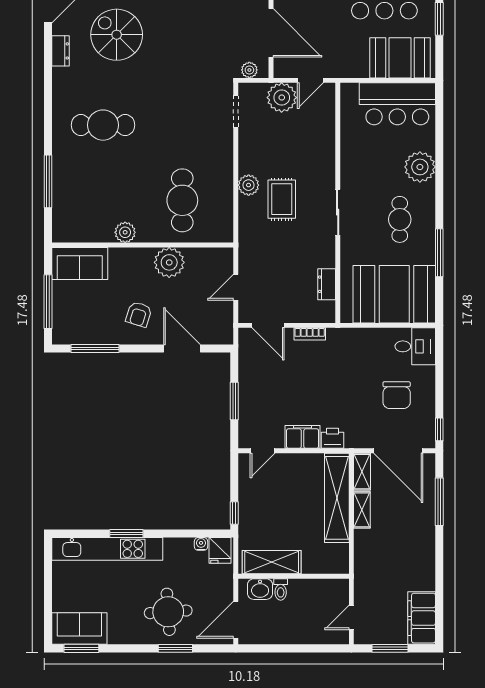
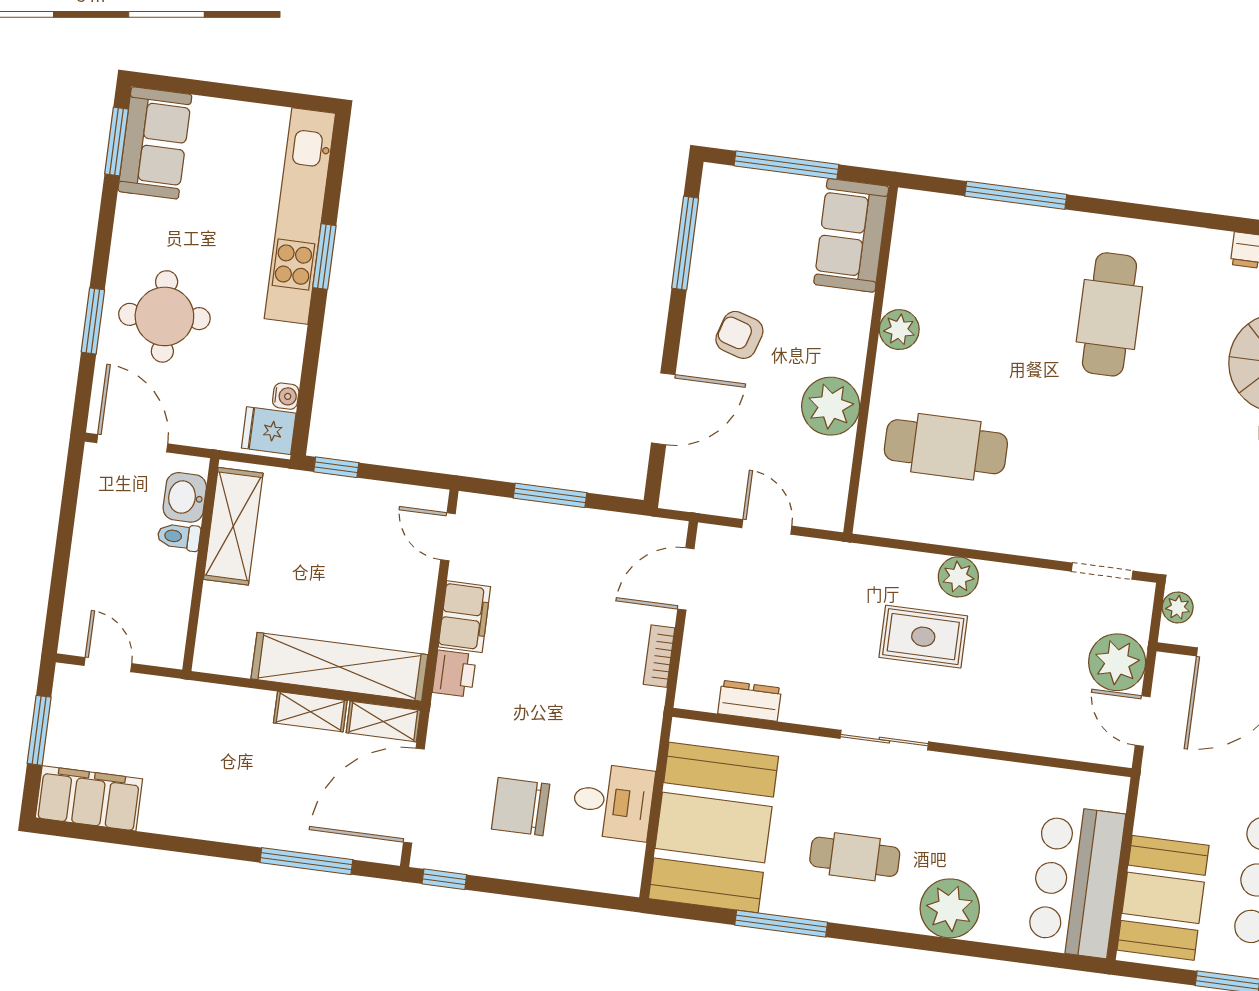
desk: (415, 346) -> (613, 802), moved, turned -90

